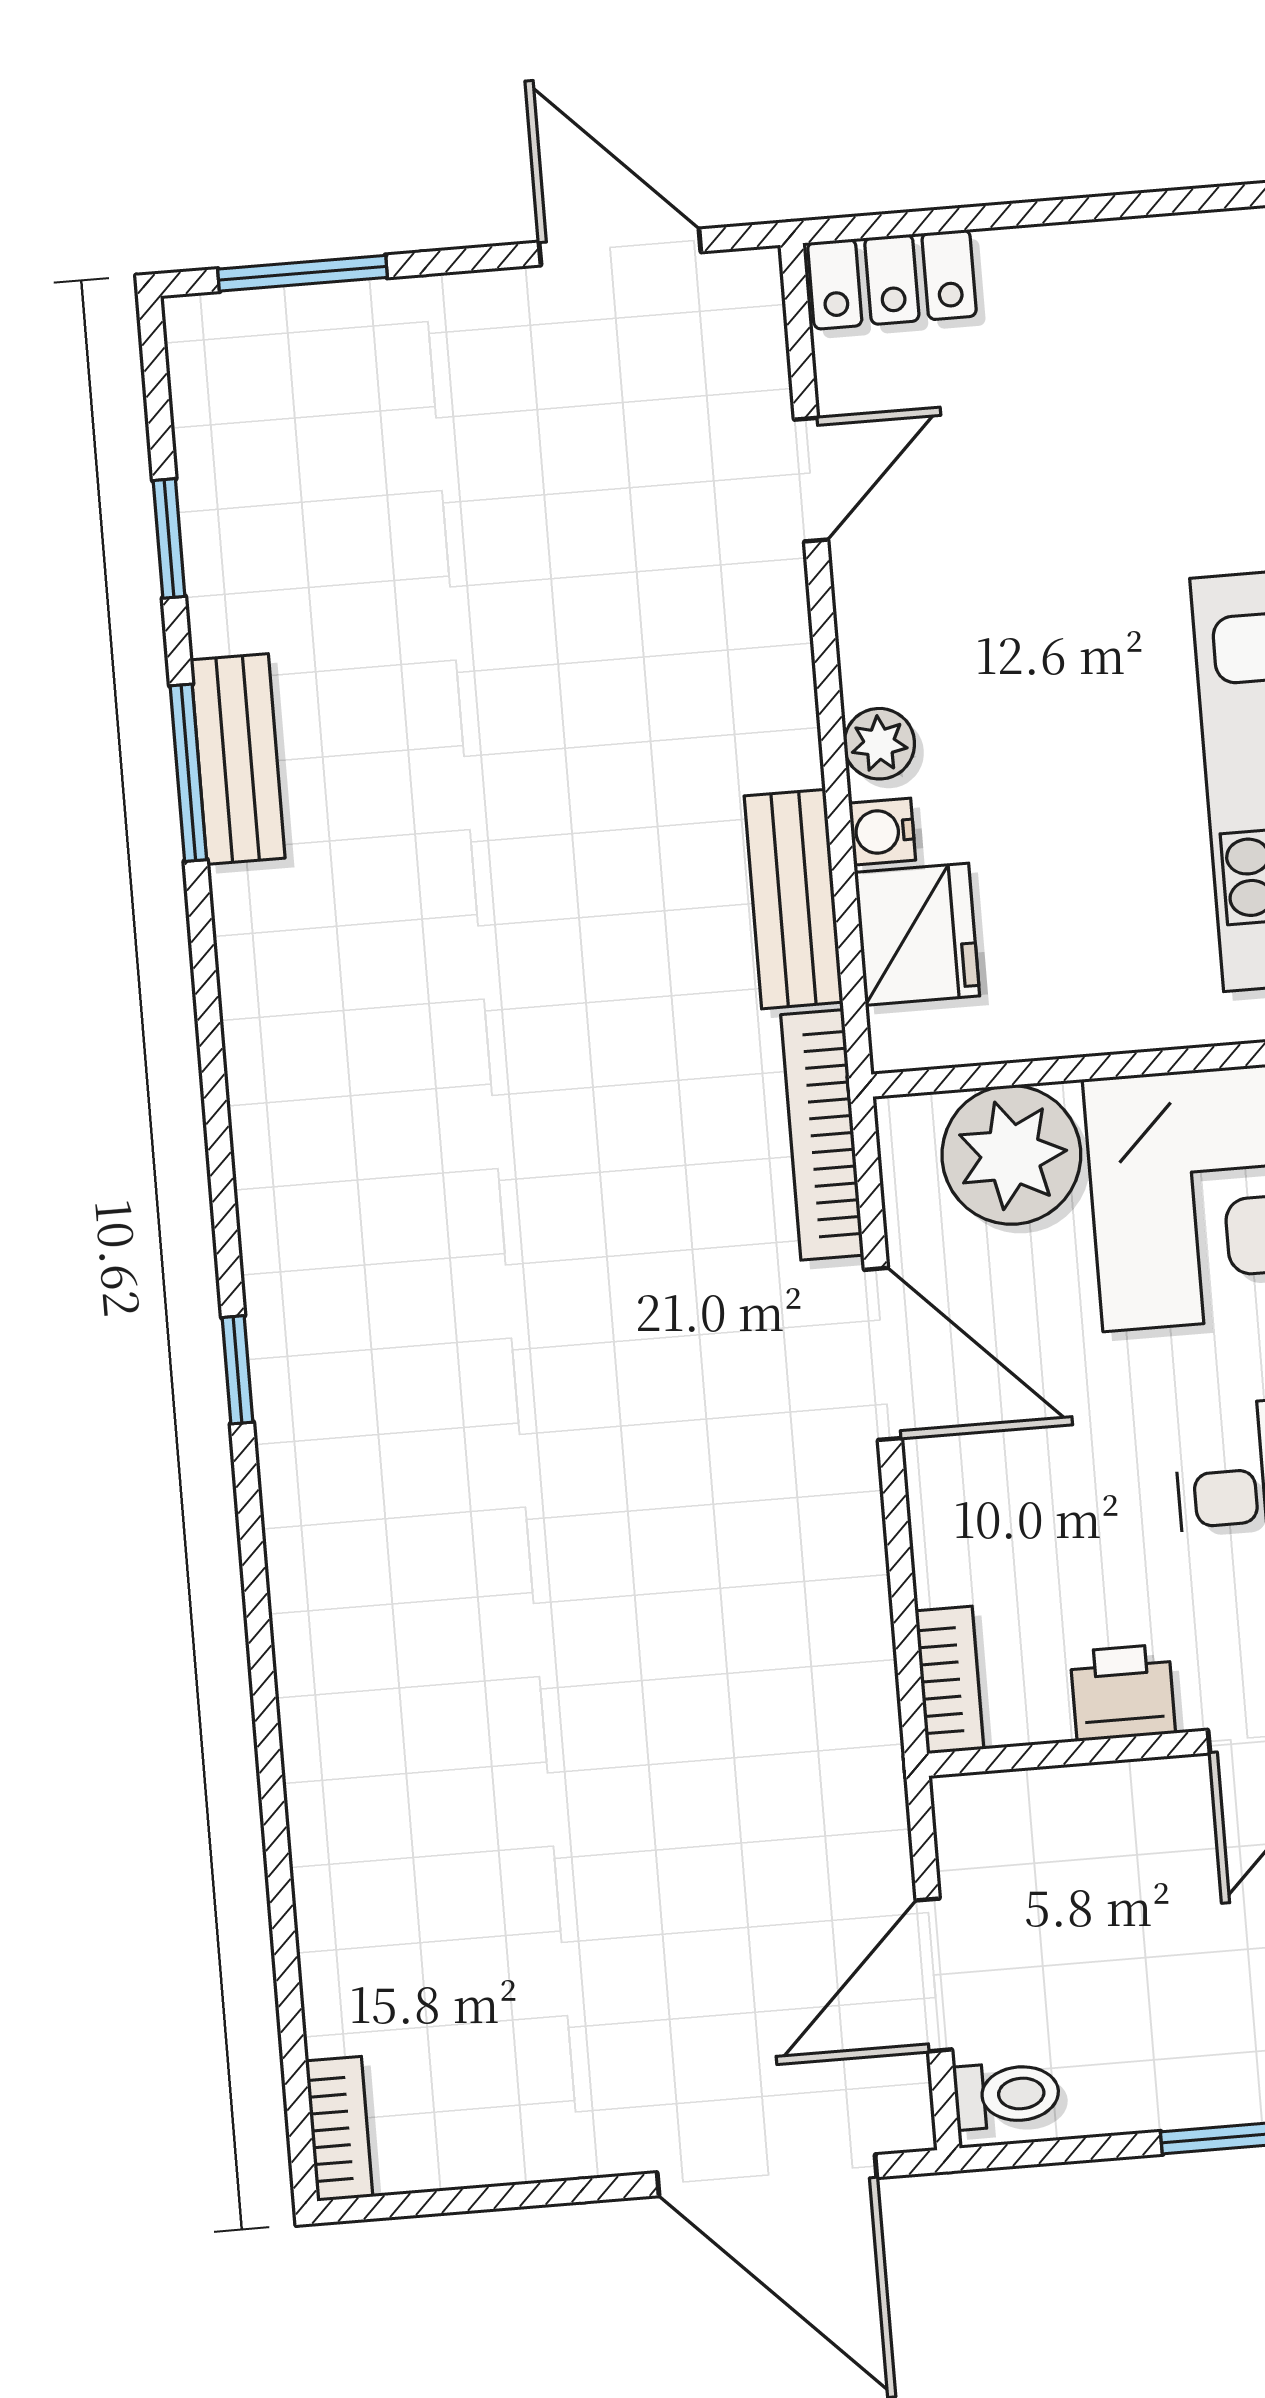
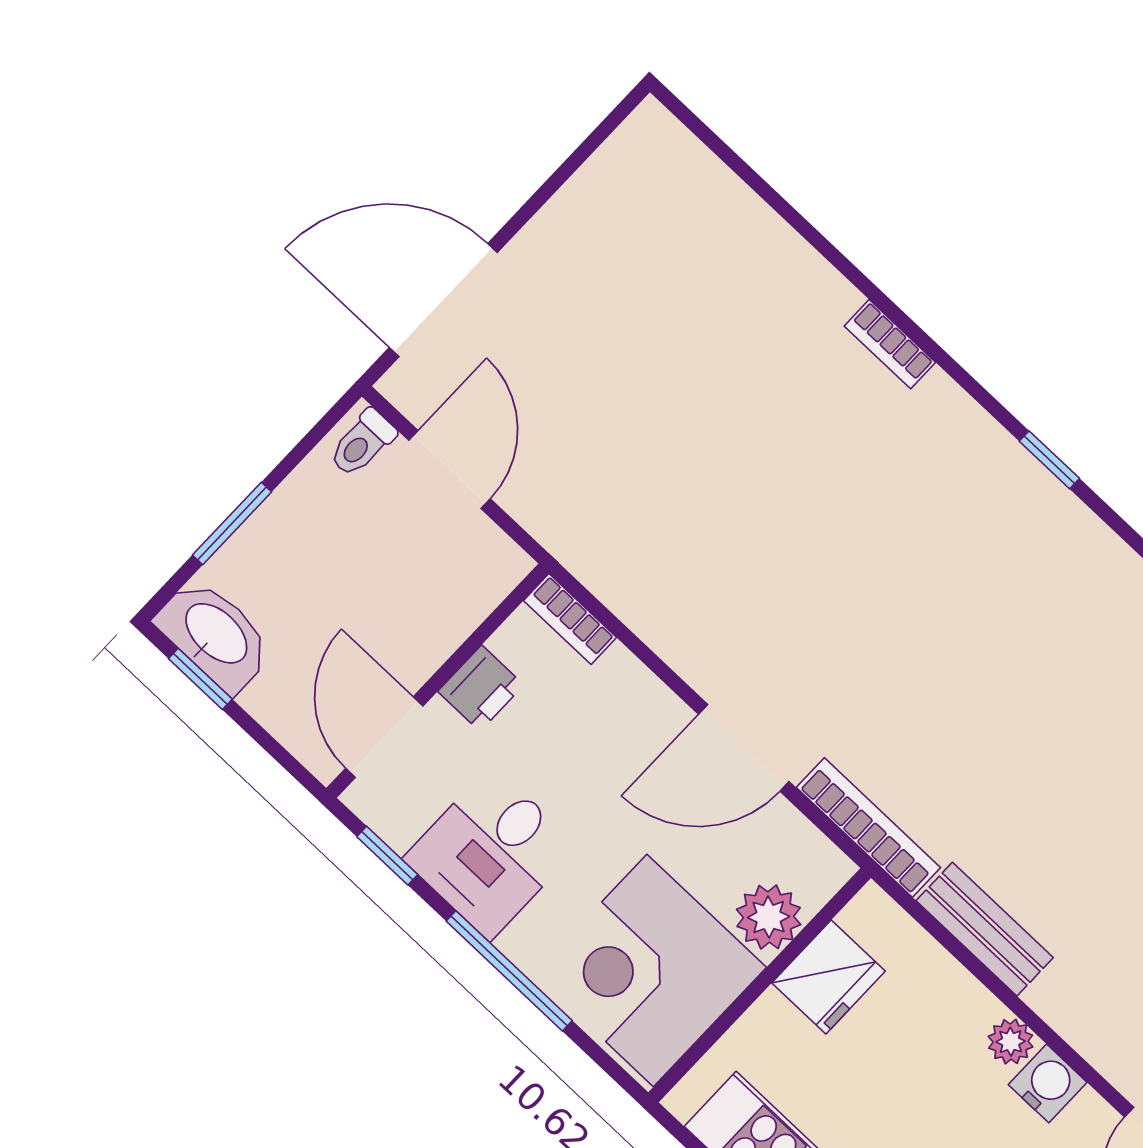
water cooler: (882, 832) -> (1048, 1083), moved, width x1.38, depth x1.38
fridge: (917, 934) -> (829, 977), moved, turned -90
plant: (1011, 1155) -> (769, 917), width x0.73, depth x0.73
bookcase: (339, 2129) -> (890, 344), moved

